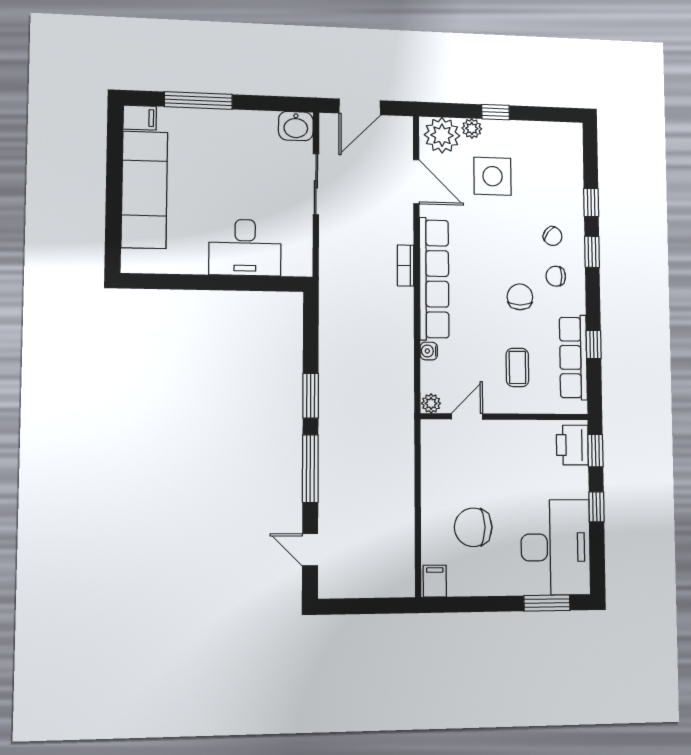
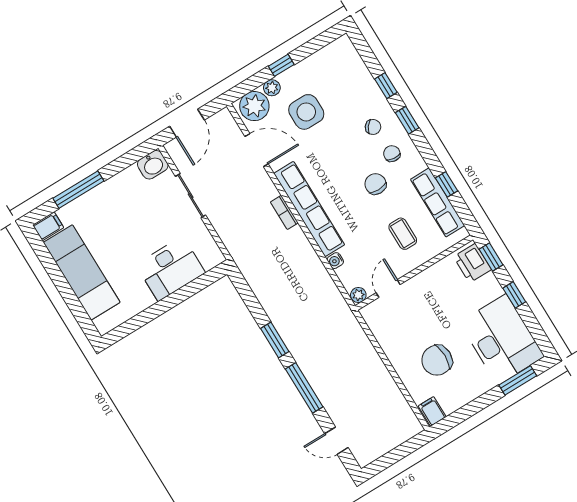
chair: (556, 276) -> (392, 154), turned 97

